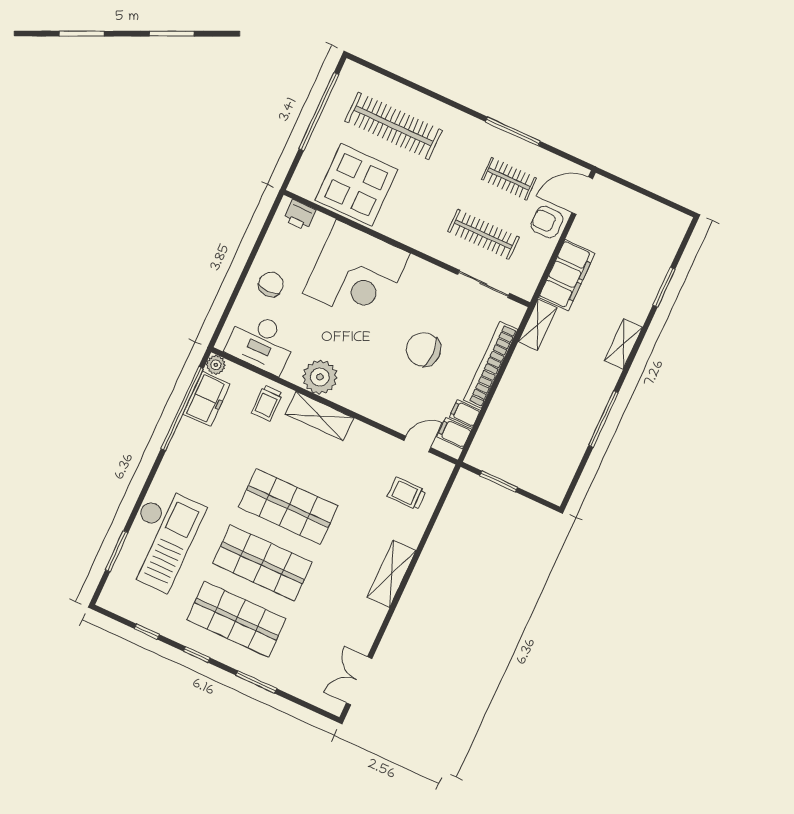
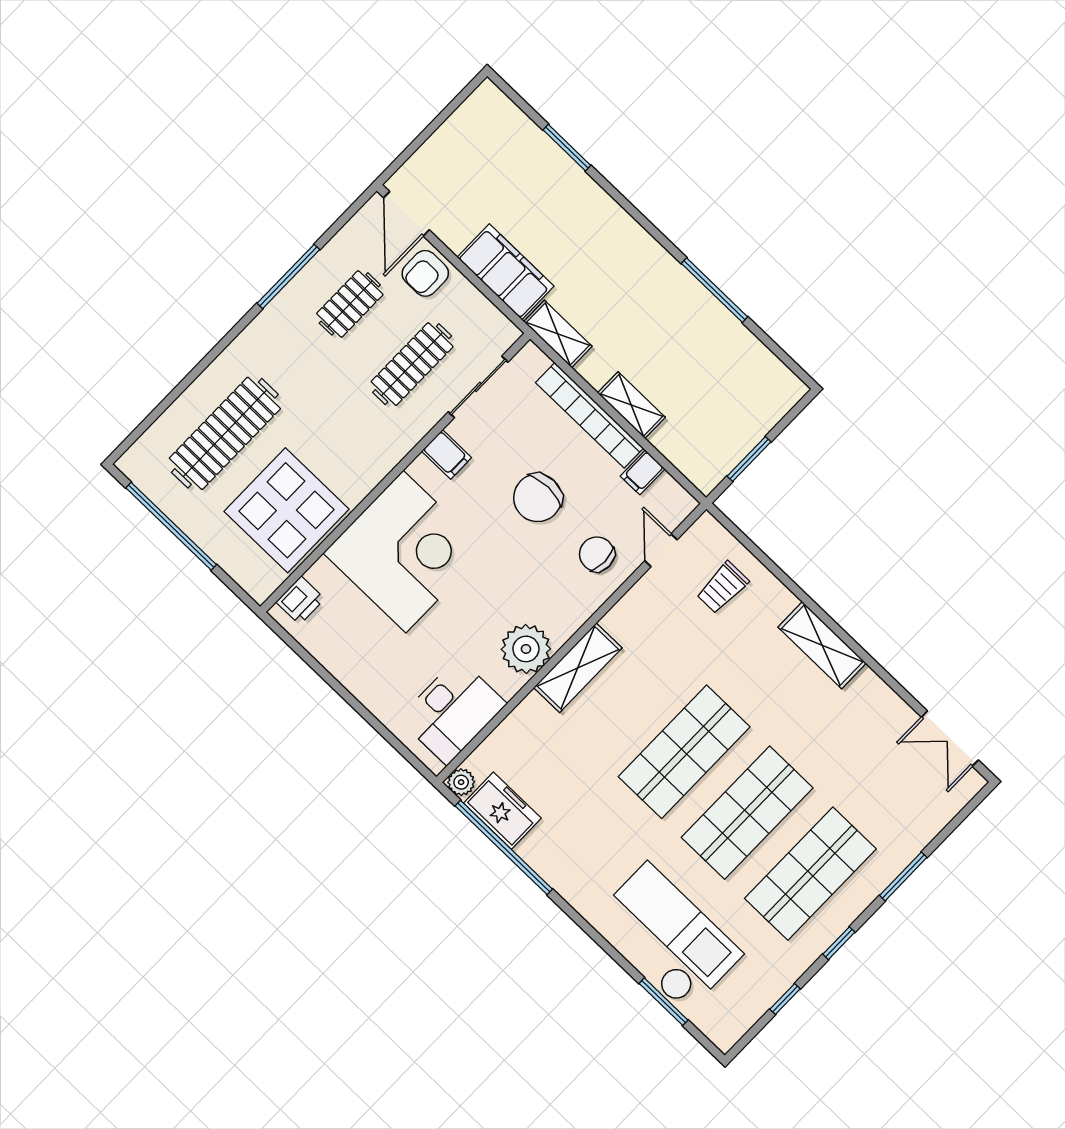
chair: (271, 284) -> (597, 554), moved
shelving: (623, 344) -> (631, 405), moved
trolley: (267, 403) -> (536, 732), removed
filing cabinet: (454, 433) -> (447, 454), moved, turned -90

